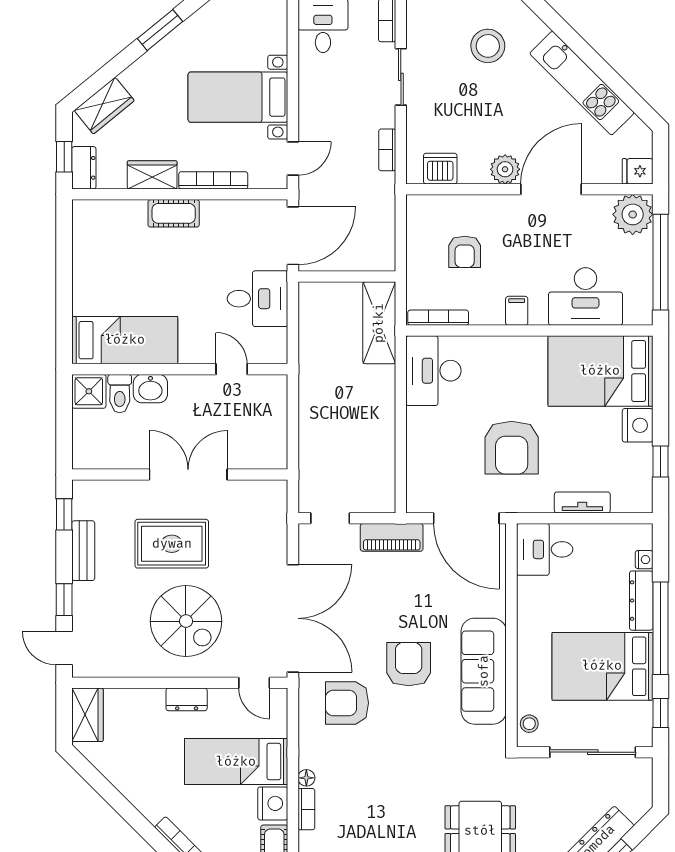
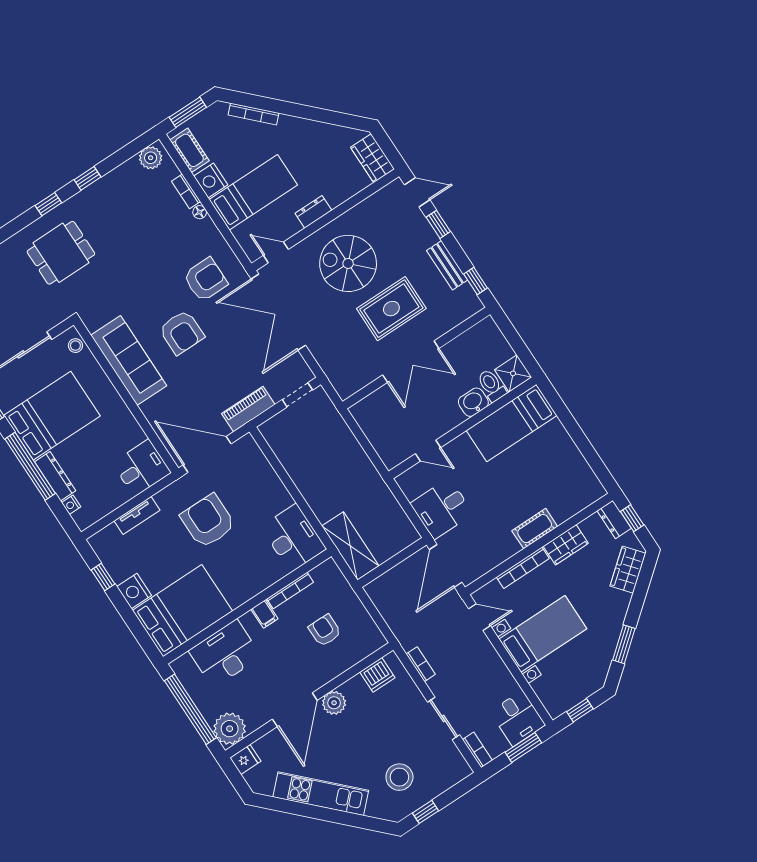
door: (293, 159) -> (480, 617), swing flipped
bookcase: (438, 318) -> (290, 591), moved

